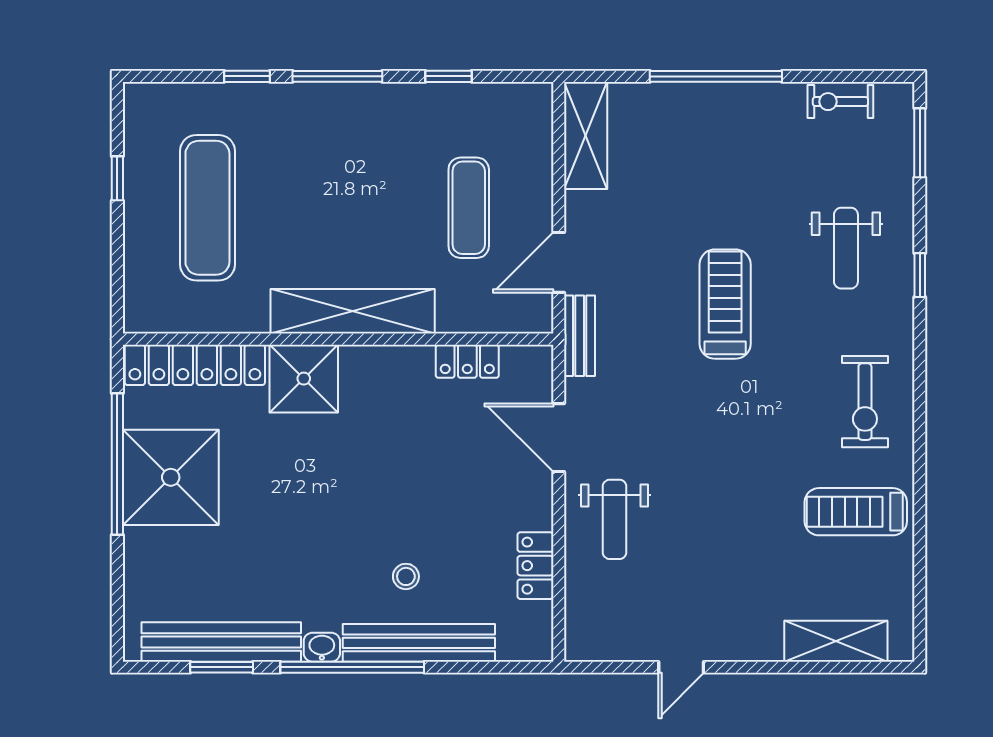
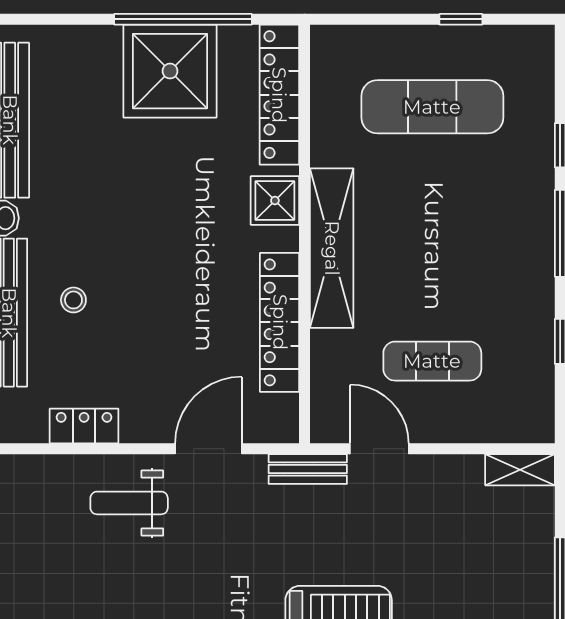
shelving: (586, 136) -> (520, 470), width x0.67, depth x0.75
locker: (467, 361) -> (280, 322), width x2.16, depth x1.21
shower: (304, 379) -> (275, 201), width x0.73, depth x0.73

